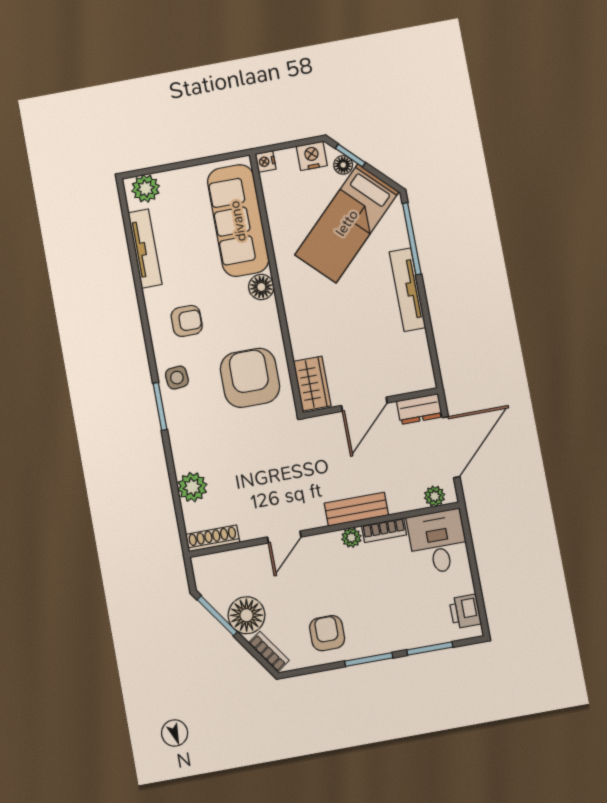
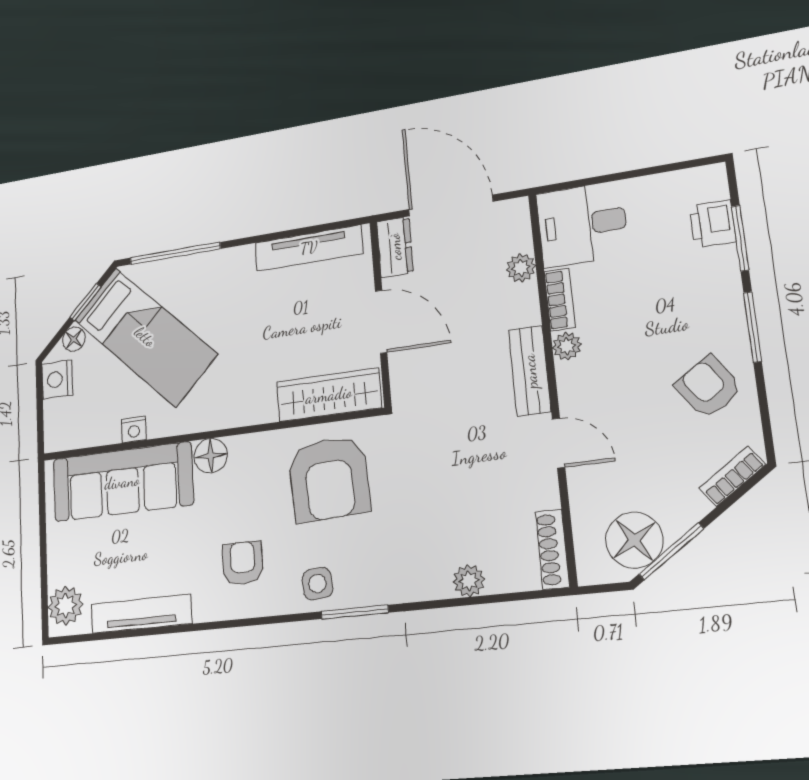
window: (350, 155) -> (85, 302), moved
nightstand: (266, 161) -> (134, 429), moved
tv unit: (407, 290) -> (309, 248), moved
armchair: (250, 378) -> (329, 479), turned -93
wardrobe: (312, 384) -> (329, 395), width x1.50
plant: (192, 487) -> (469, 581), width x0.73, depth x0.73
plant: (435, 496) -> (521, 268), moved
bench: (356, 509) -> (530, 371), moved
printer: (465, 611) -> (713, 224), moved, turned 90
floor lamp: (247, 615) -> (634, 540), moved
armchair: (327, 633) -> (708, 387), turned 56

